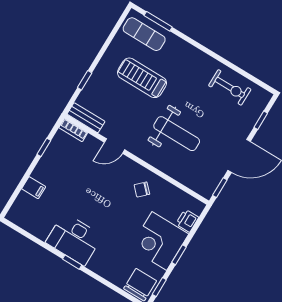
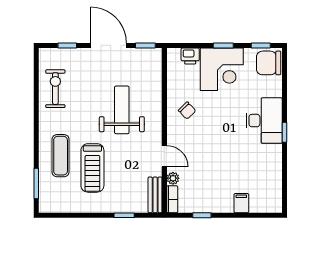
exercise mat: (144, 34) -> (61, 156), moved
plant: (91, 142) -> (173, 178), added
desk: (74, 239) -> (264, 121), moved

